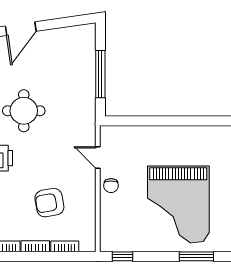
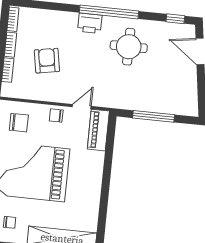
piano: (123, 136) -> (98, 130), added
chair: (124, 227) -> (19, 123), added

